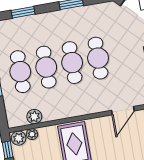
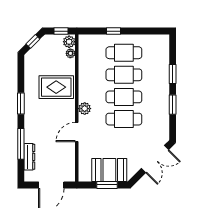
window: (23, 12) -> (173, 74), moved
door: (123, 111) -> (77, 132), hinge flipped
plant: (34, 117) -> (85, 109), moved

